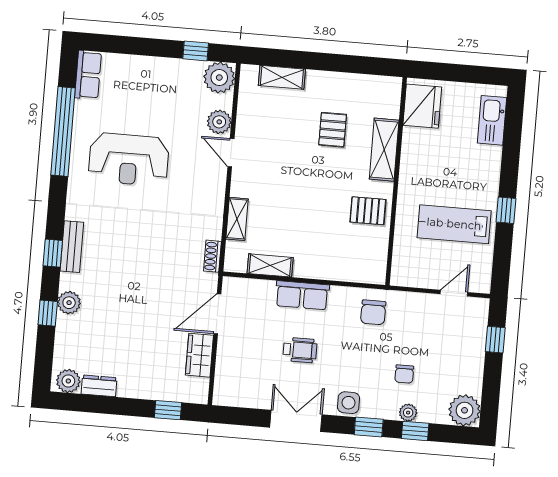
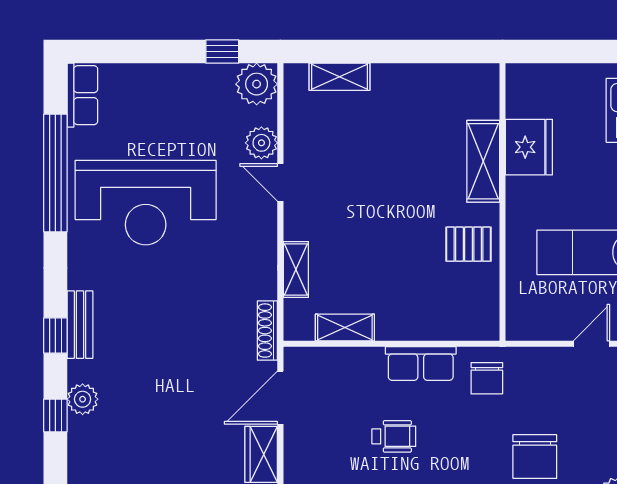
fridge: (422, 106) -> (529, 147), moved
pallet: (333, 130) -> (413, 141), removed
reception desk: (129, 159) -> (146, 203), width x1.36, depth x1.30
shoe rack: (212, 256) -> (267, 331), width x1.43
row of seats: (302, 295) -> (421, 363), moved
chair: (404, 374) -> (535, 457), width x1.87, depth x1.87

